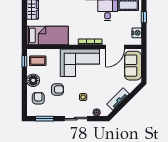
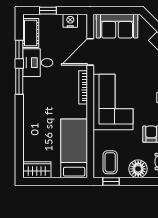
door: (115, 47) -> (90, 52), swing flipped

